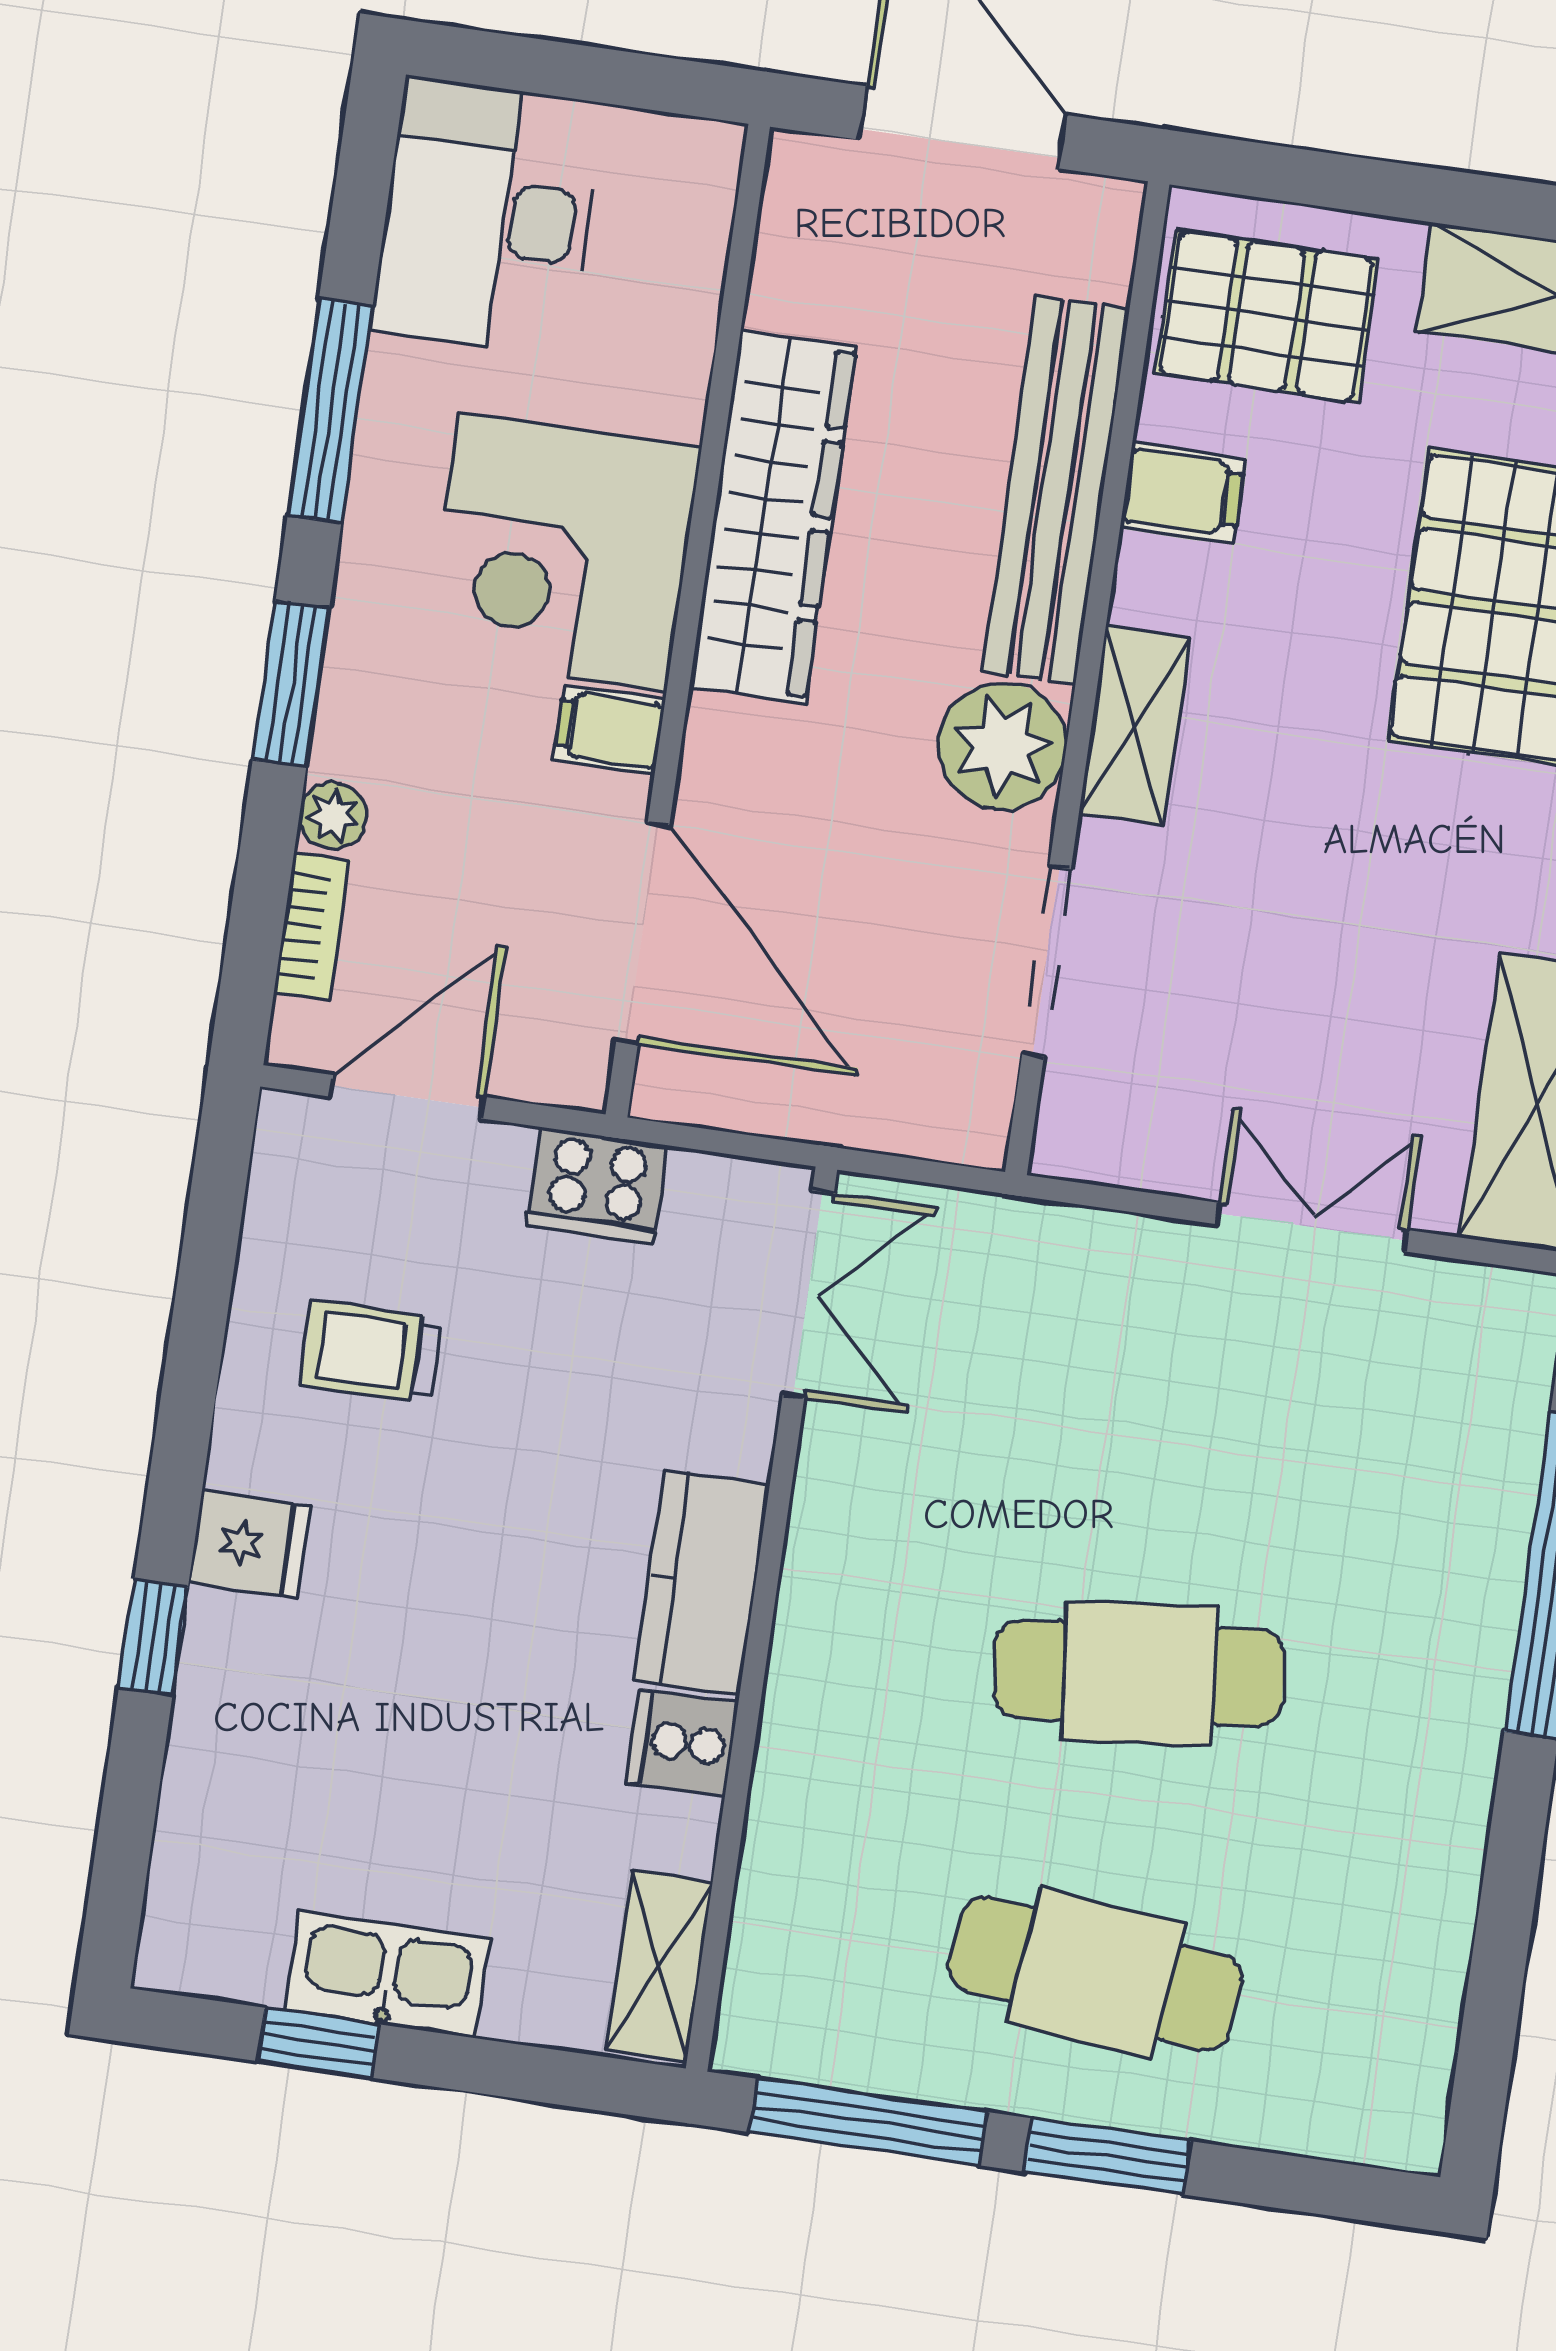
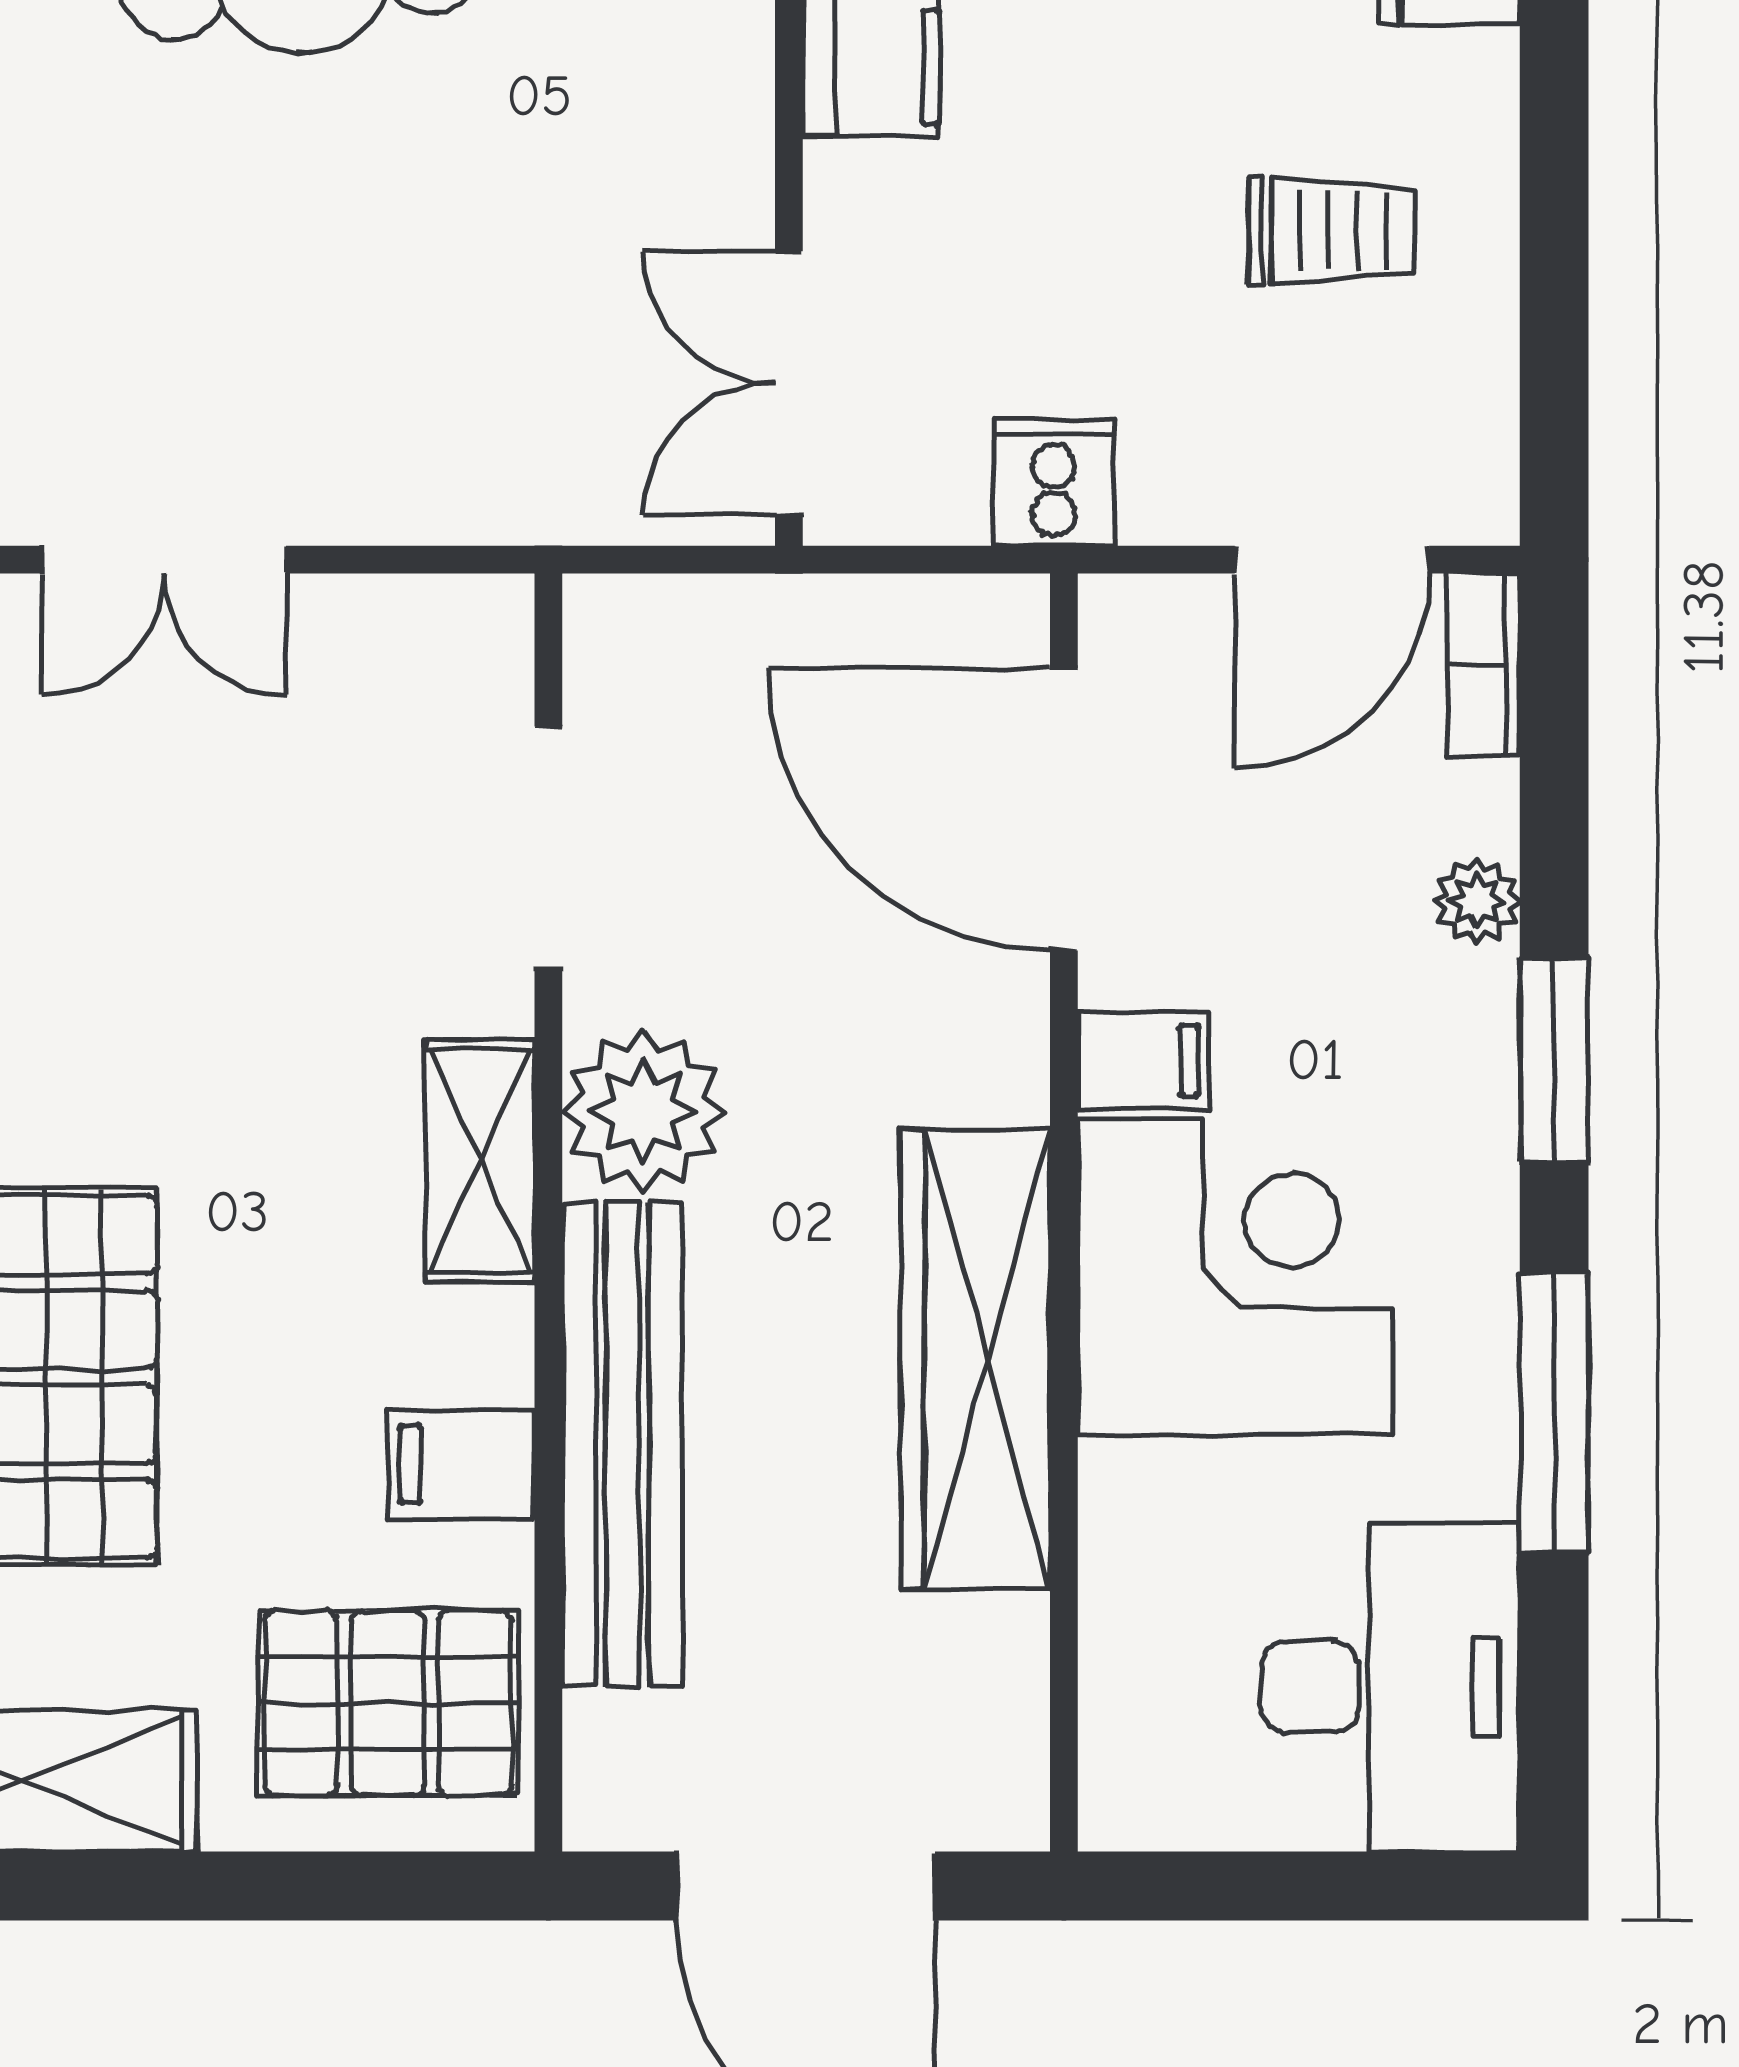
bookcase: (312, 926) -> (1483, 664), moved
cooker: (597, 1185) -> (1054, 482), width x0.73

